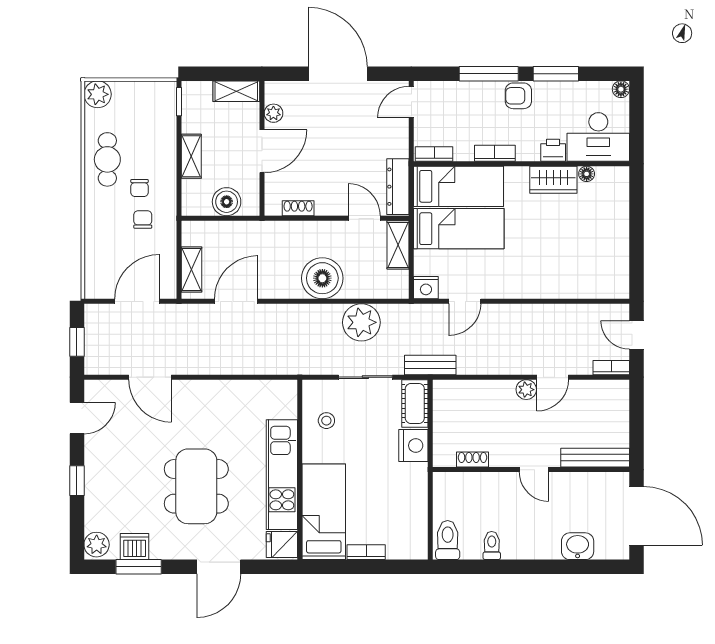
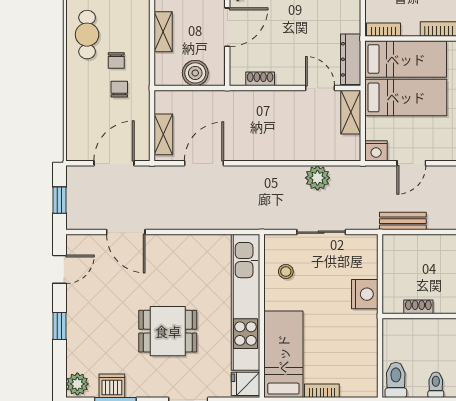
boiler: (322, 278) -> (282, 142), removed
plant: (361, 322) -> (317, 178), width x0.73, depth x0.73
bench: (430, 365) -> (403, 221), moved
cot: (415, 403) -> (366, 256), removed
kitchen unit: (282, 475) -> (245, 302), width x1.36
dining table: (196, 486) -> (168, 331), width x0.73

